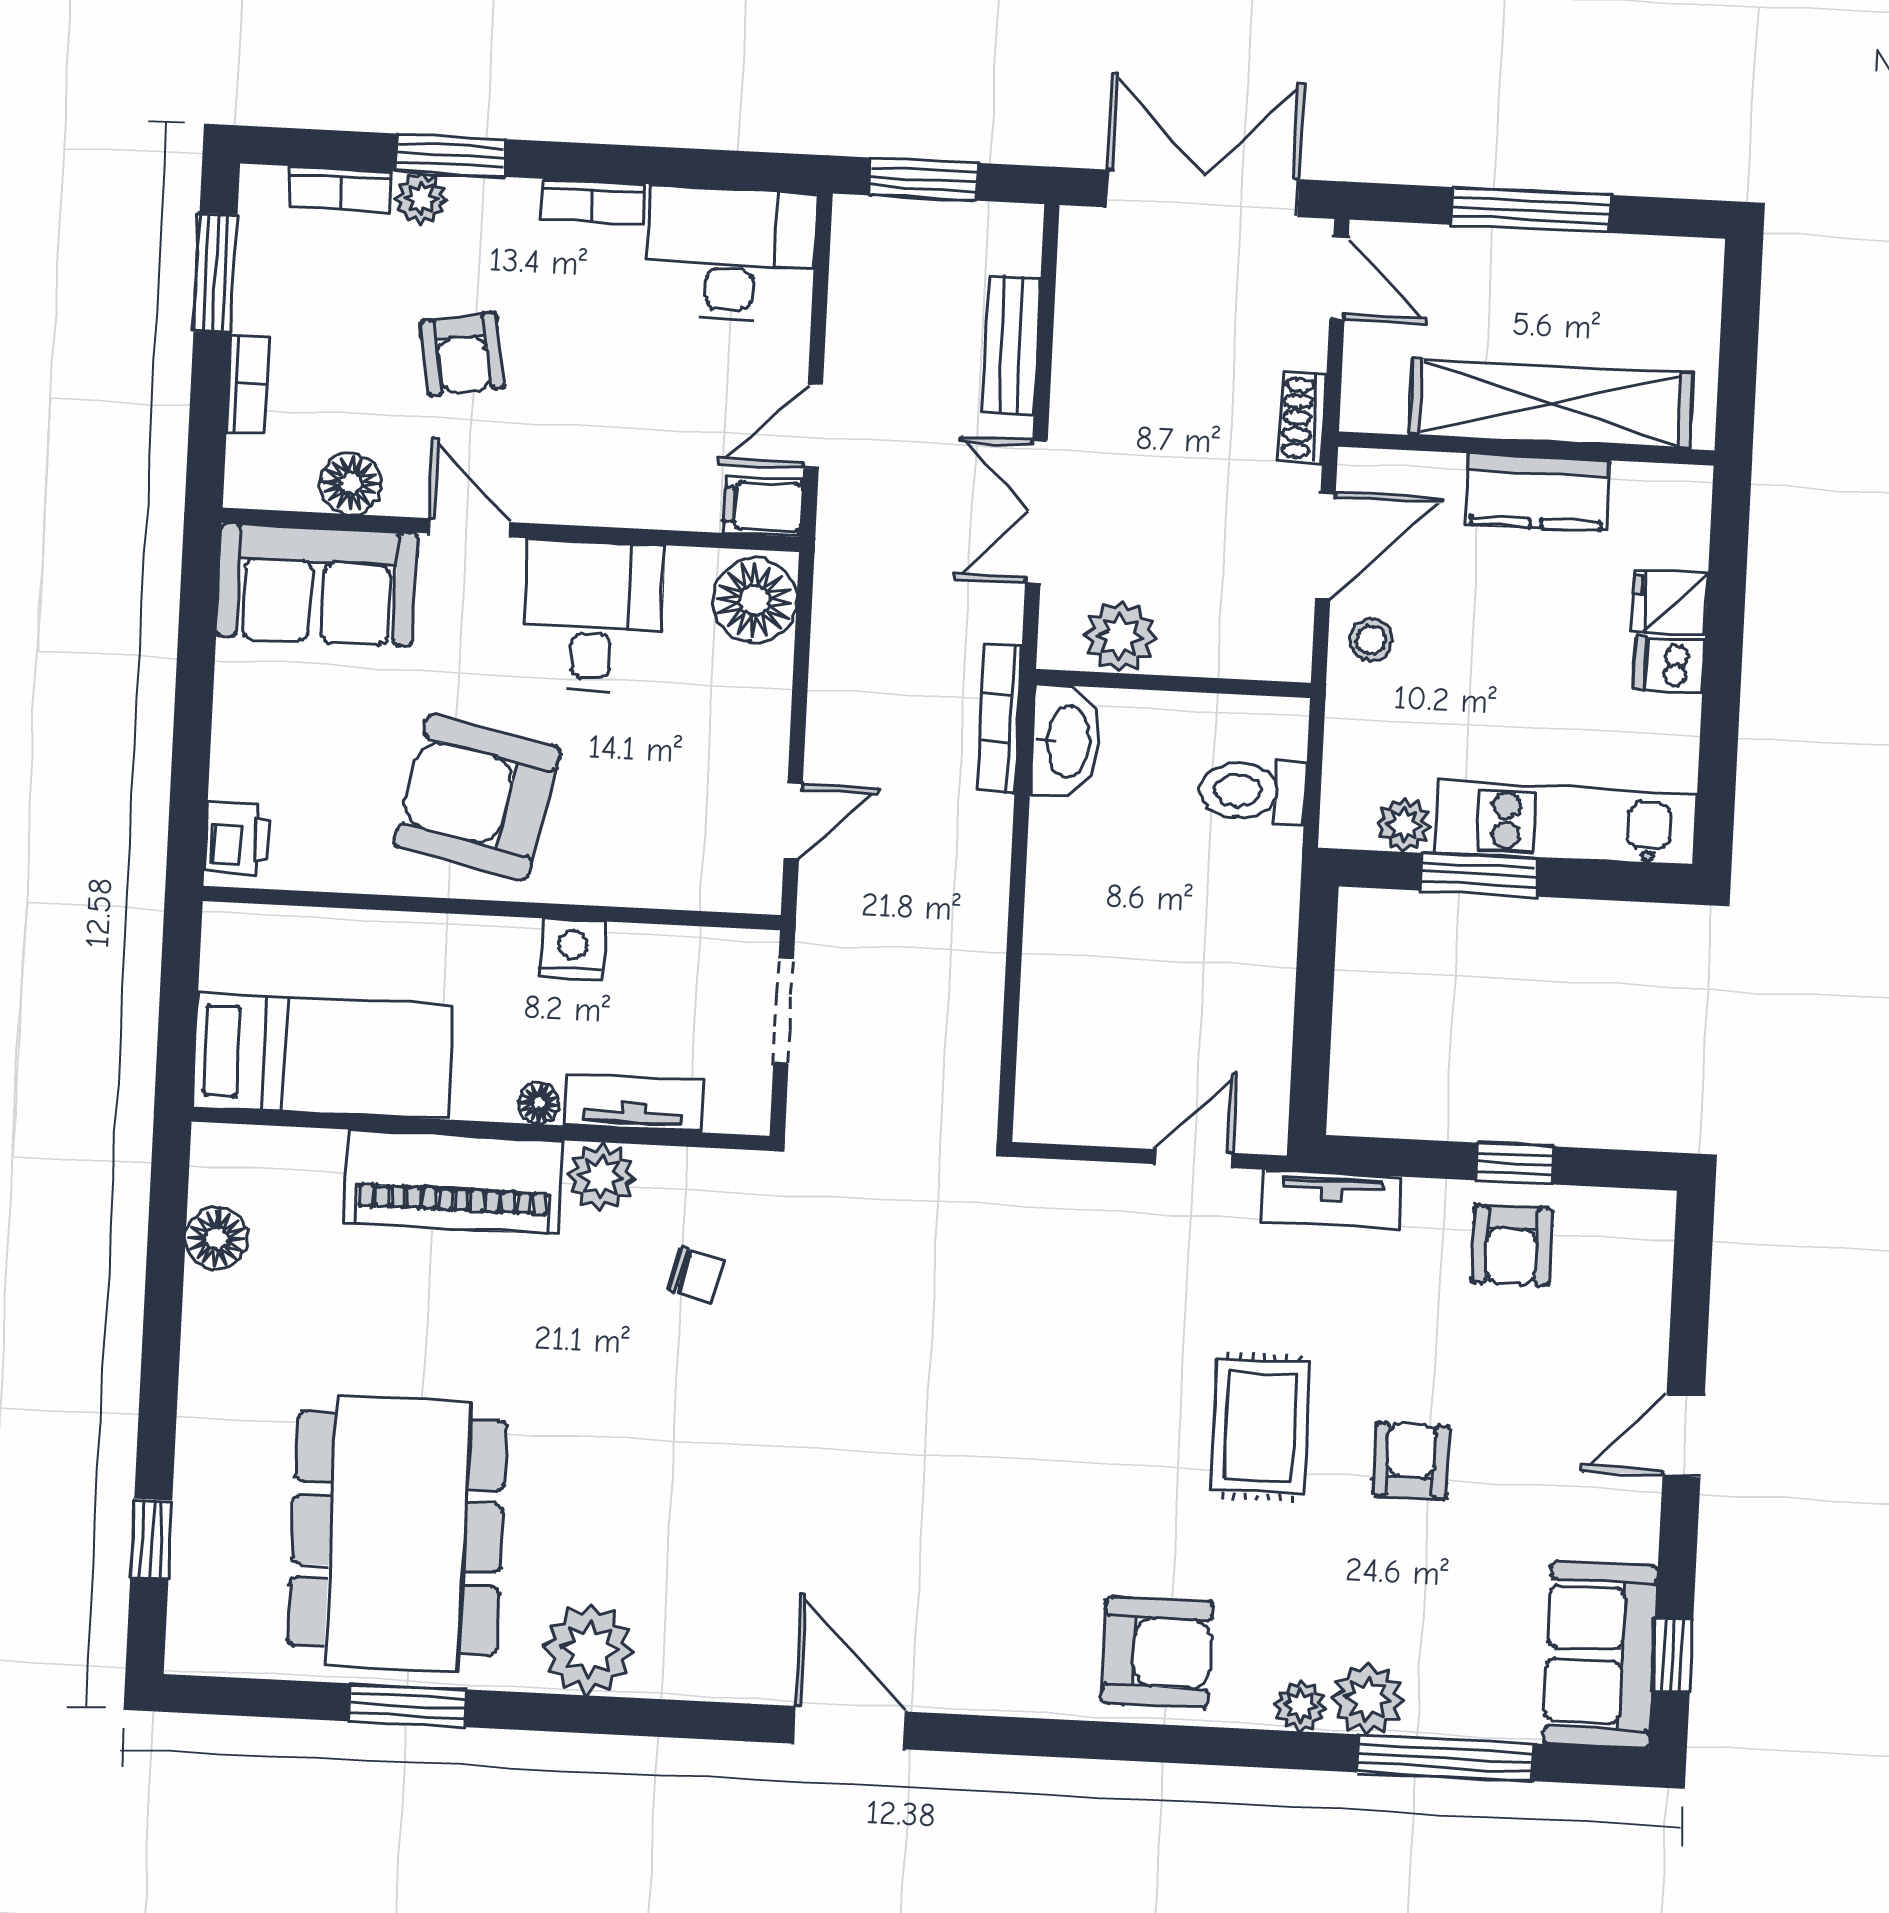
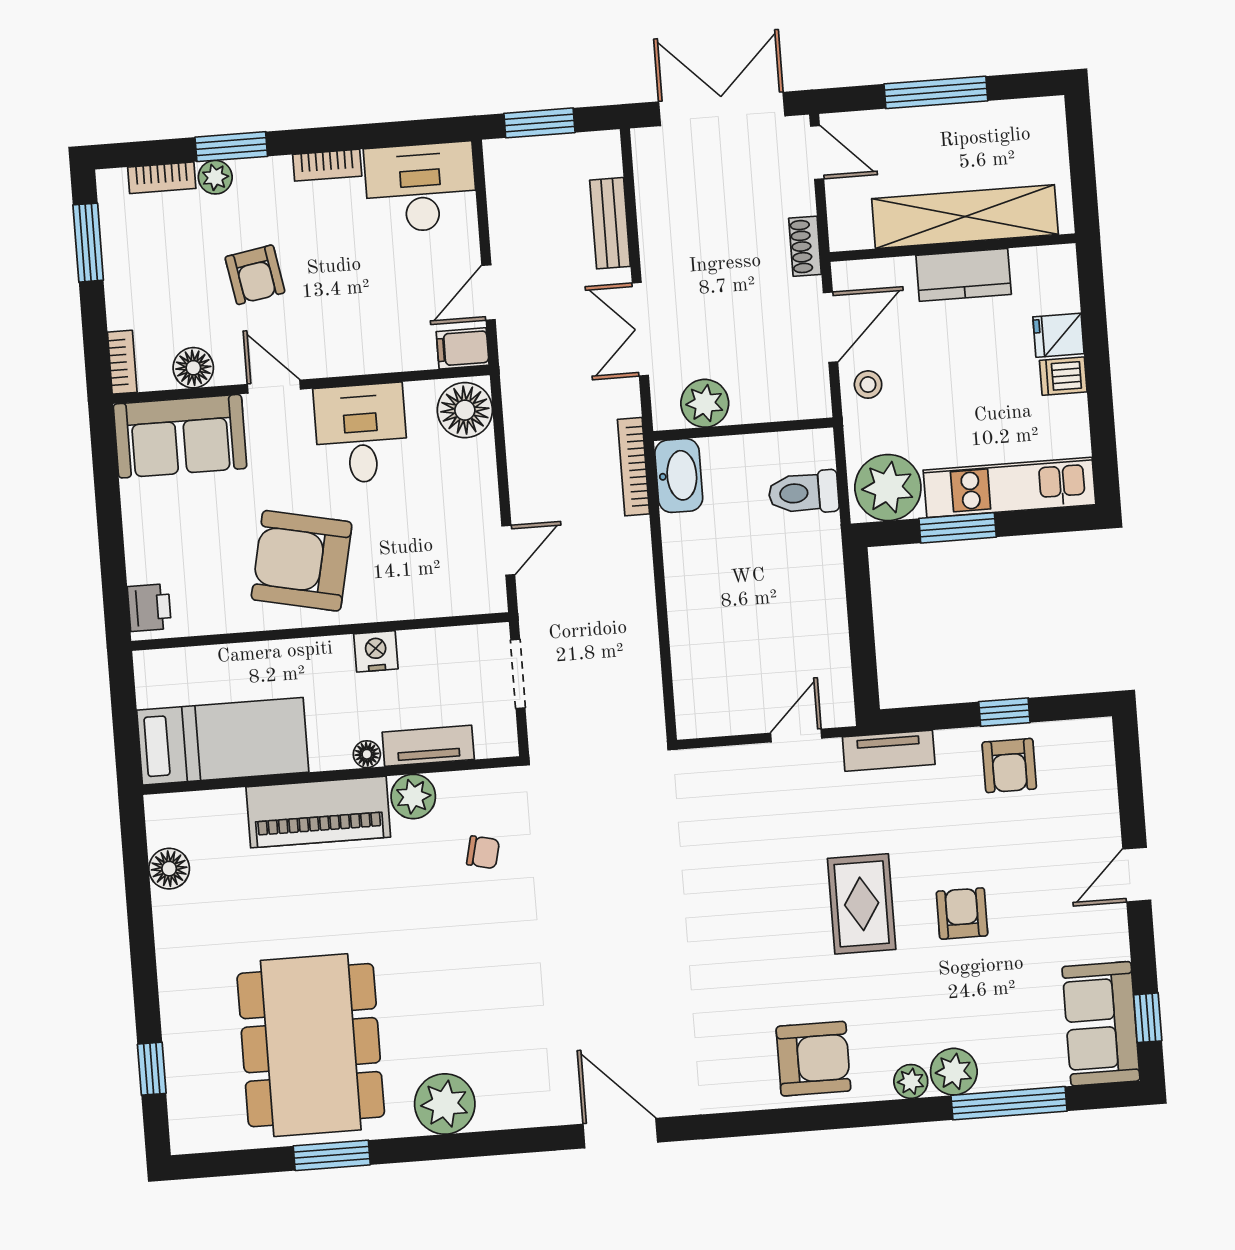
bookcase: (248, 384) -> (122, 362), moved
plant: (1404, 825) -> (888, 488), width x1.87, depth x1.87

